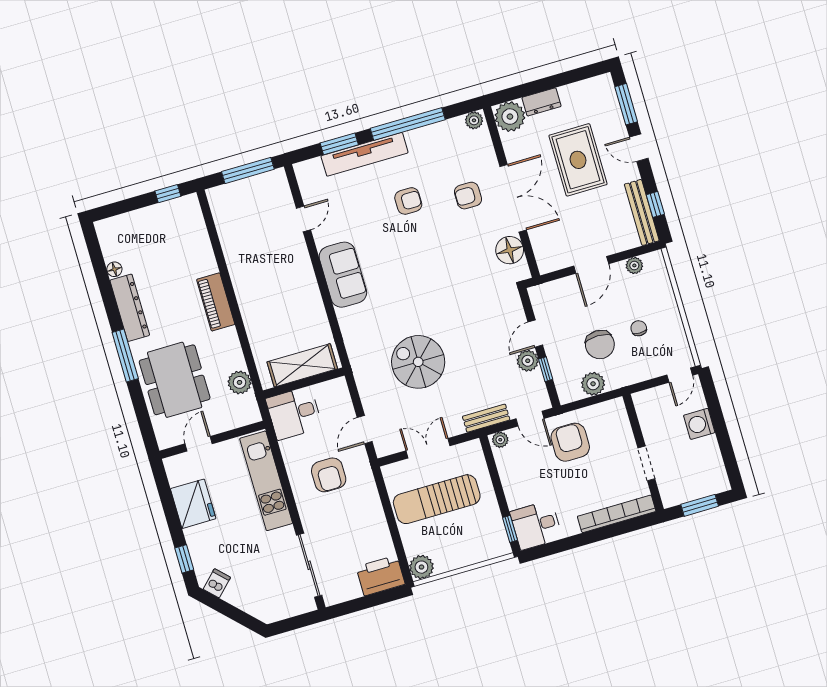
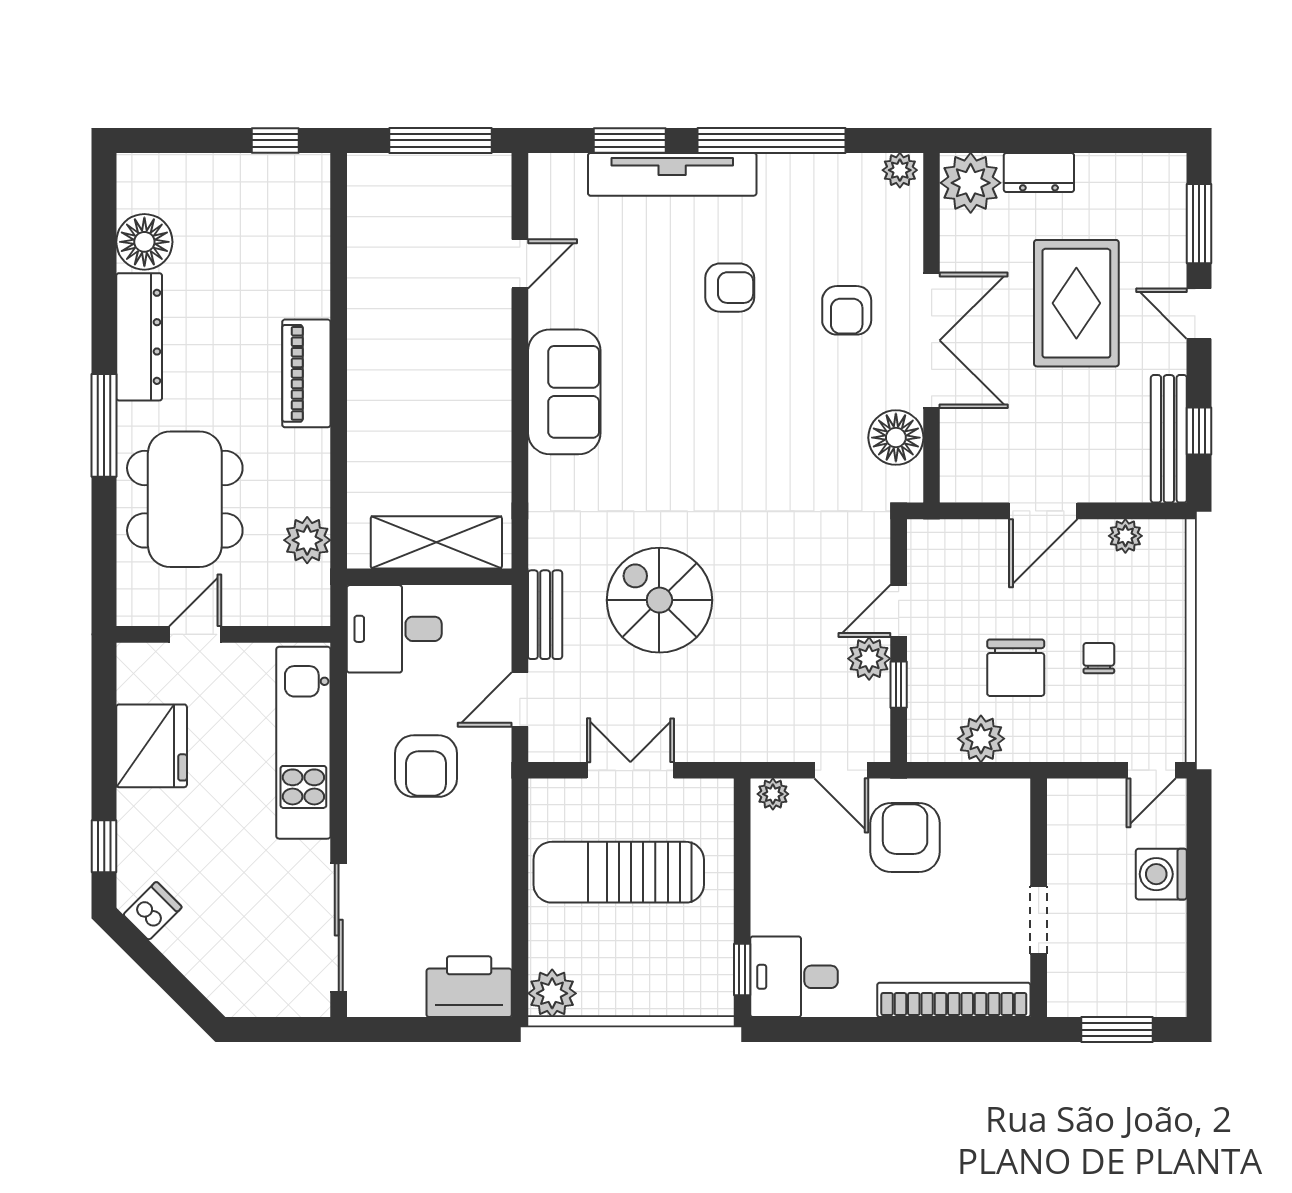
armchair: (468, 196) -> (847, 310), turned -90
floor lamp: (114, 269) -> (144, 242), width x1.89, depth x1.89
bench: (486, 418) -> (545, 615), moved, turned 90

